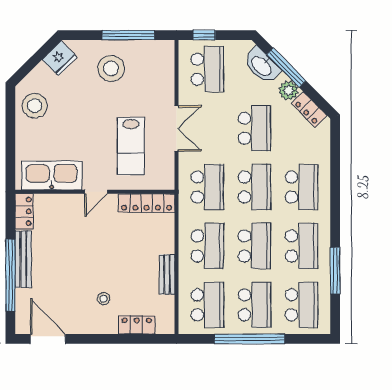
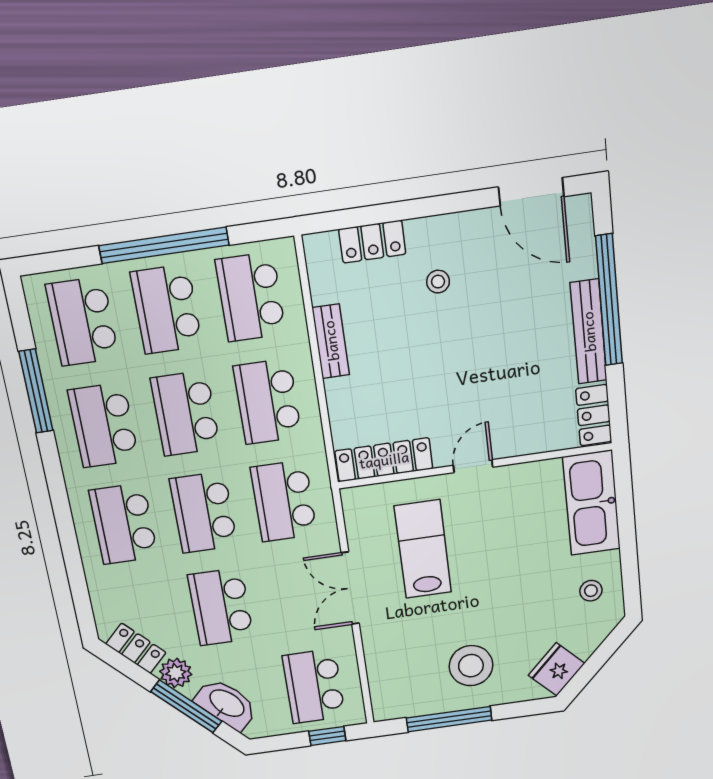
stool: (35, 106) -> (591, 591), width x0.53, depth x0.53
kitchen sink: (52, 175) -> (592, 503), moved, turned 90

